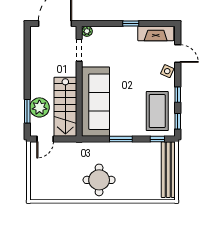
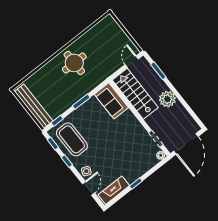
door: (178, 54) -> (88, 188), swing flipped
sofa: (96, 102) -> (111, 101), width x0.54, depth x0.79
plant: (39, 107) -> (167, 99), moved

